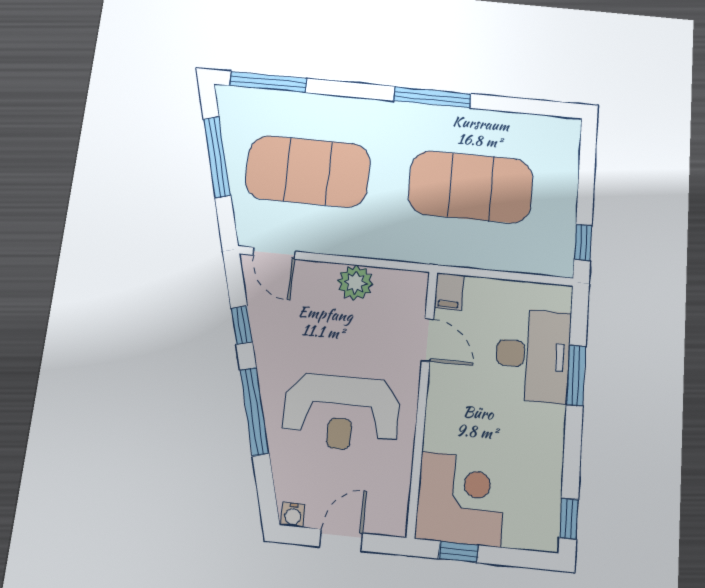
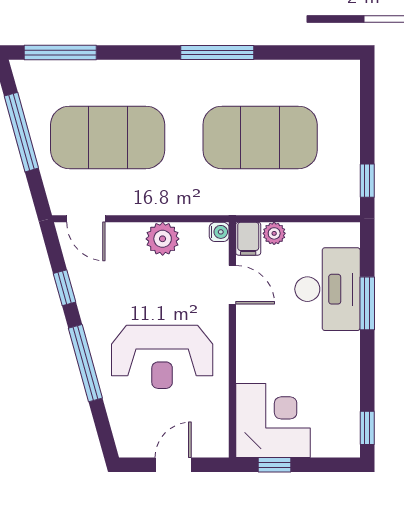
plant: (478, 289) -> (274, 233), added
water cooler: (293, 515) -> (219, 232), moved, turned -90

